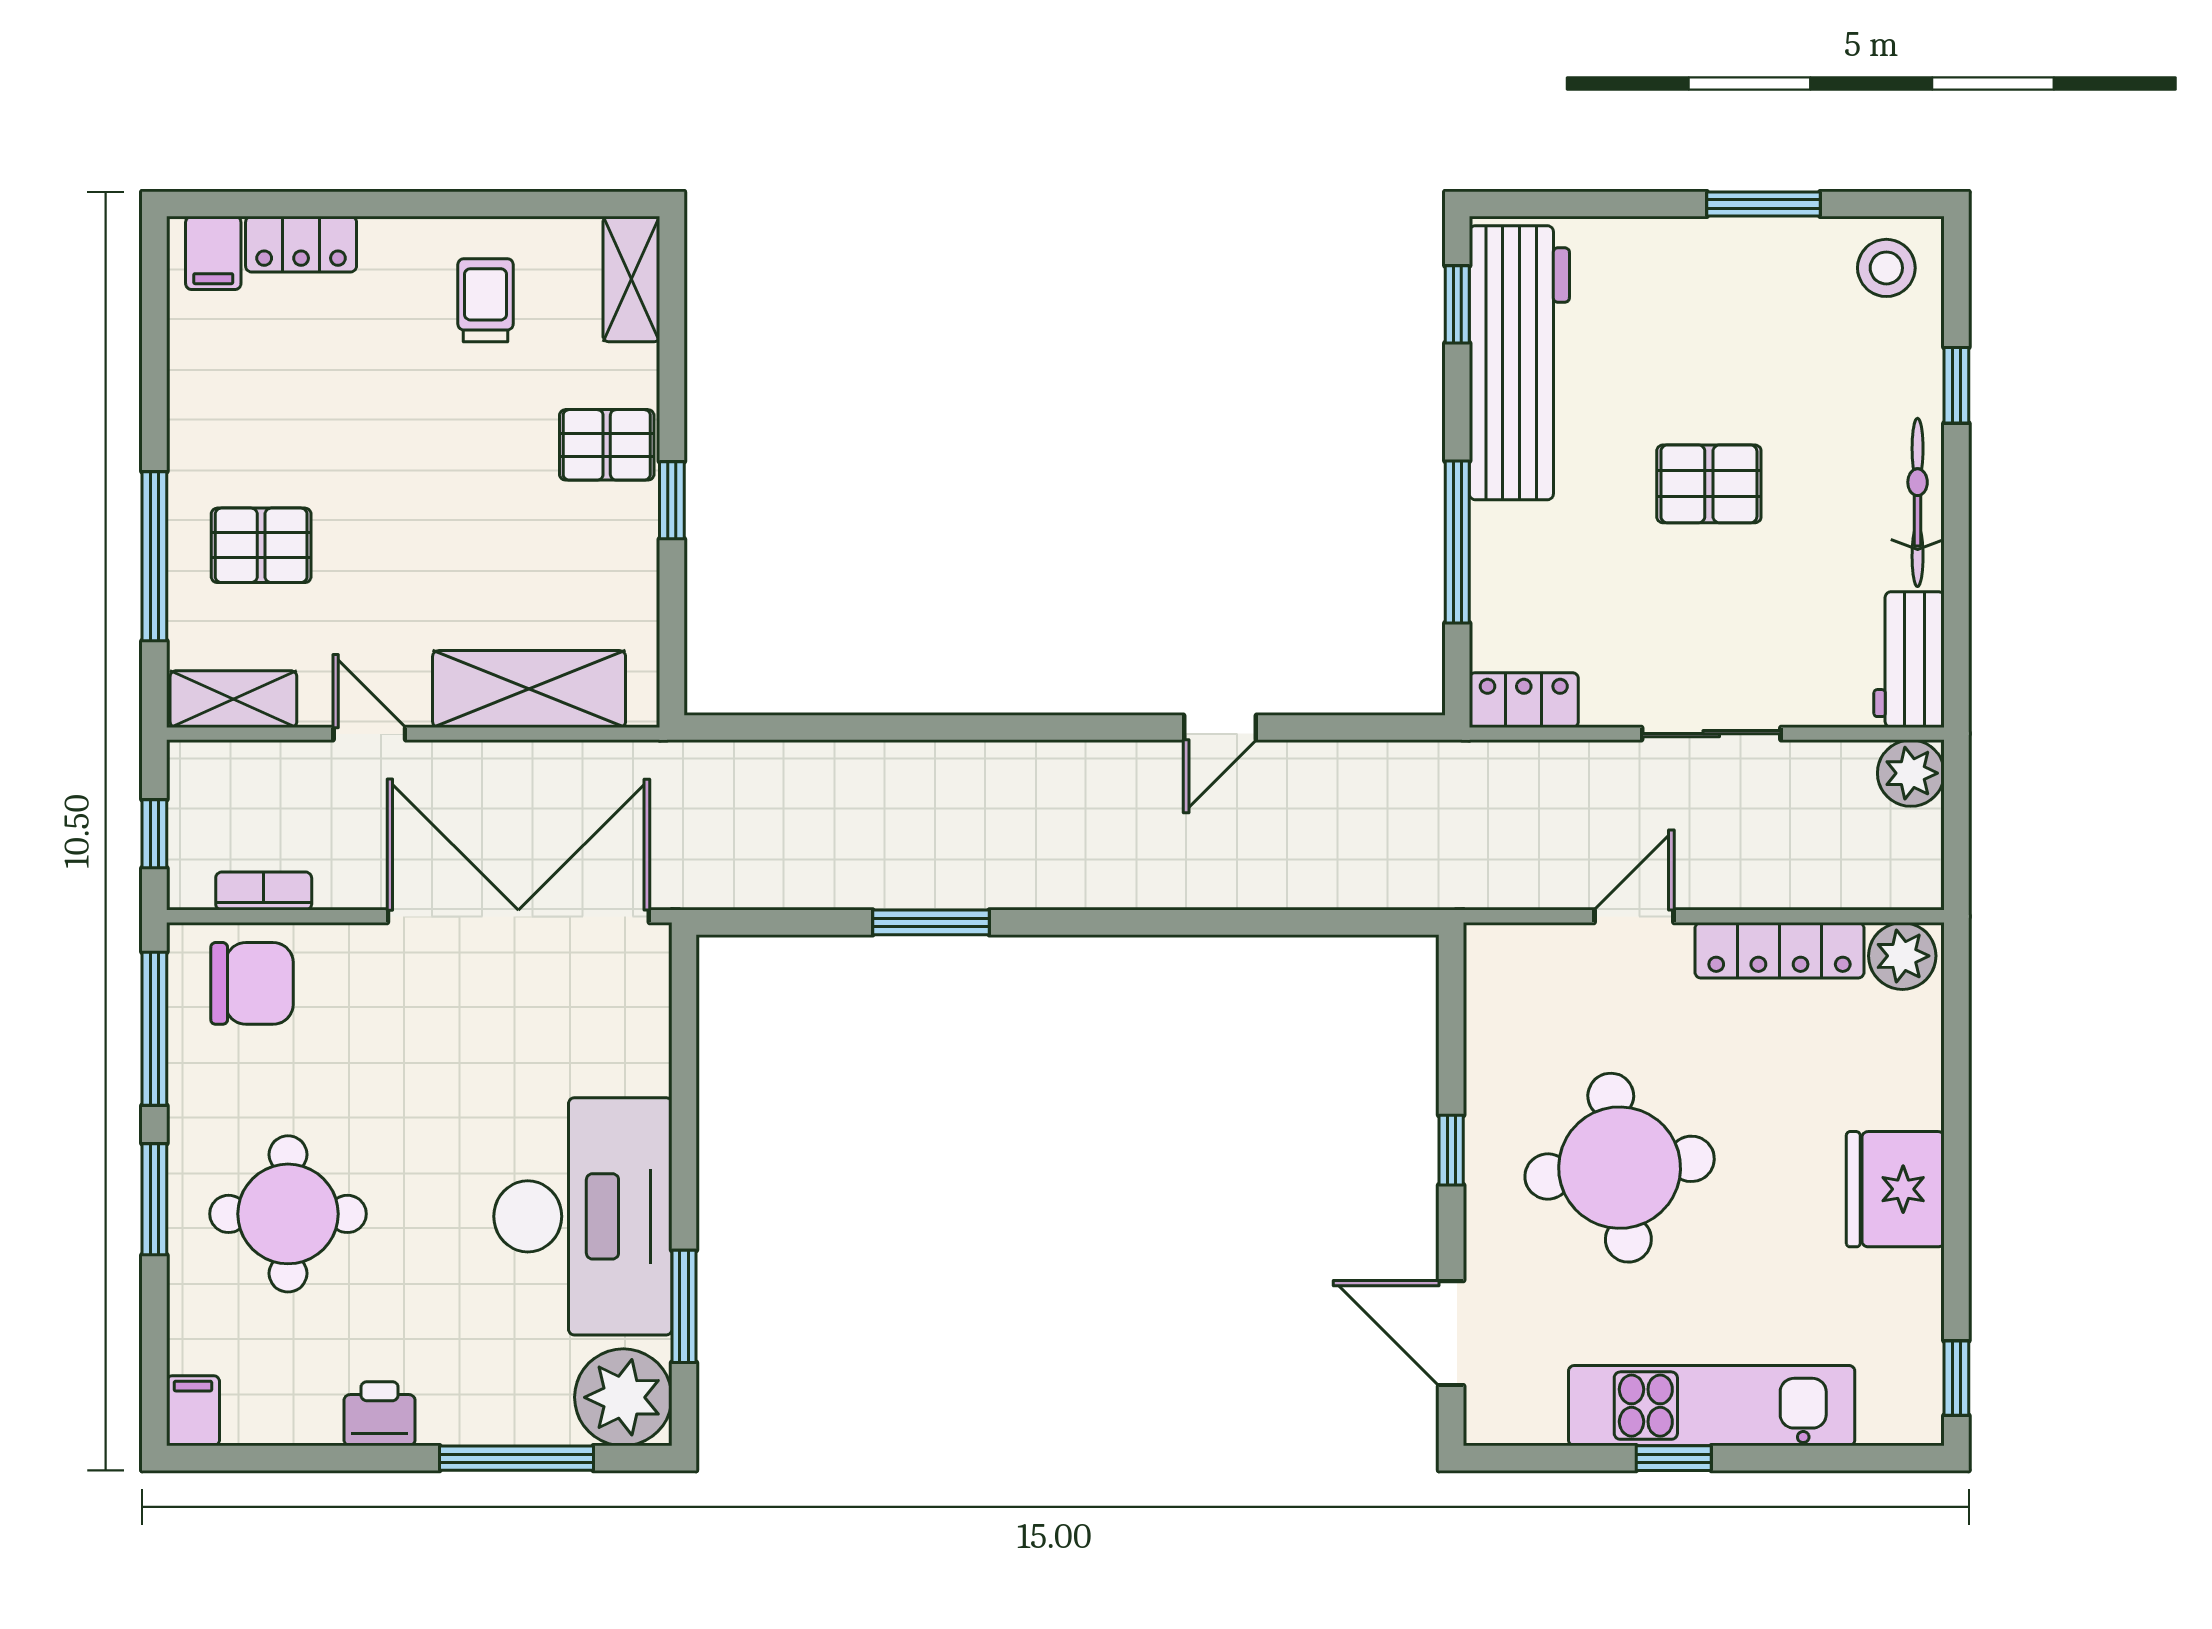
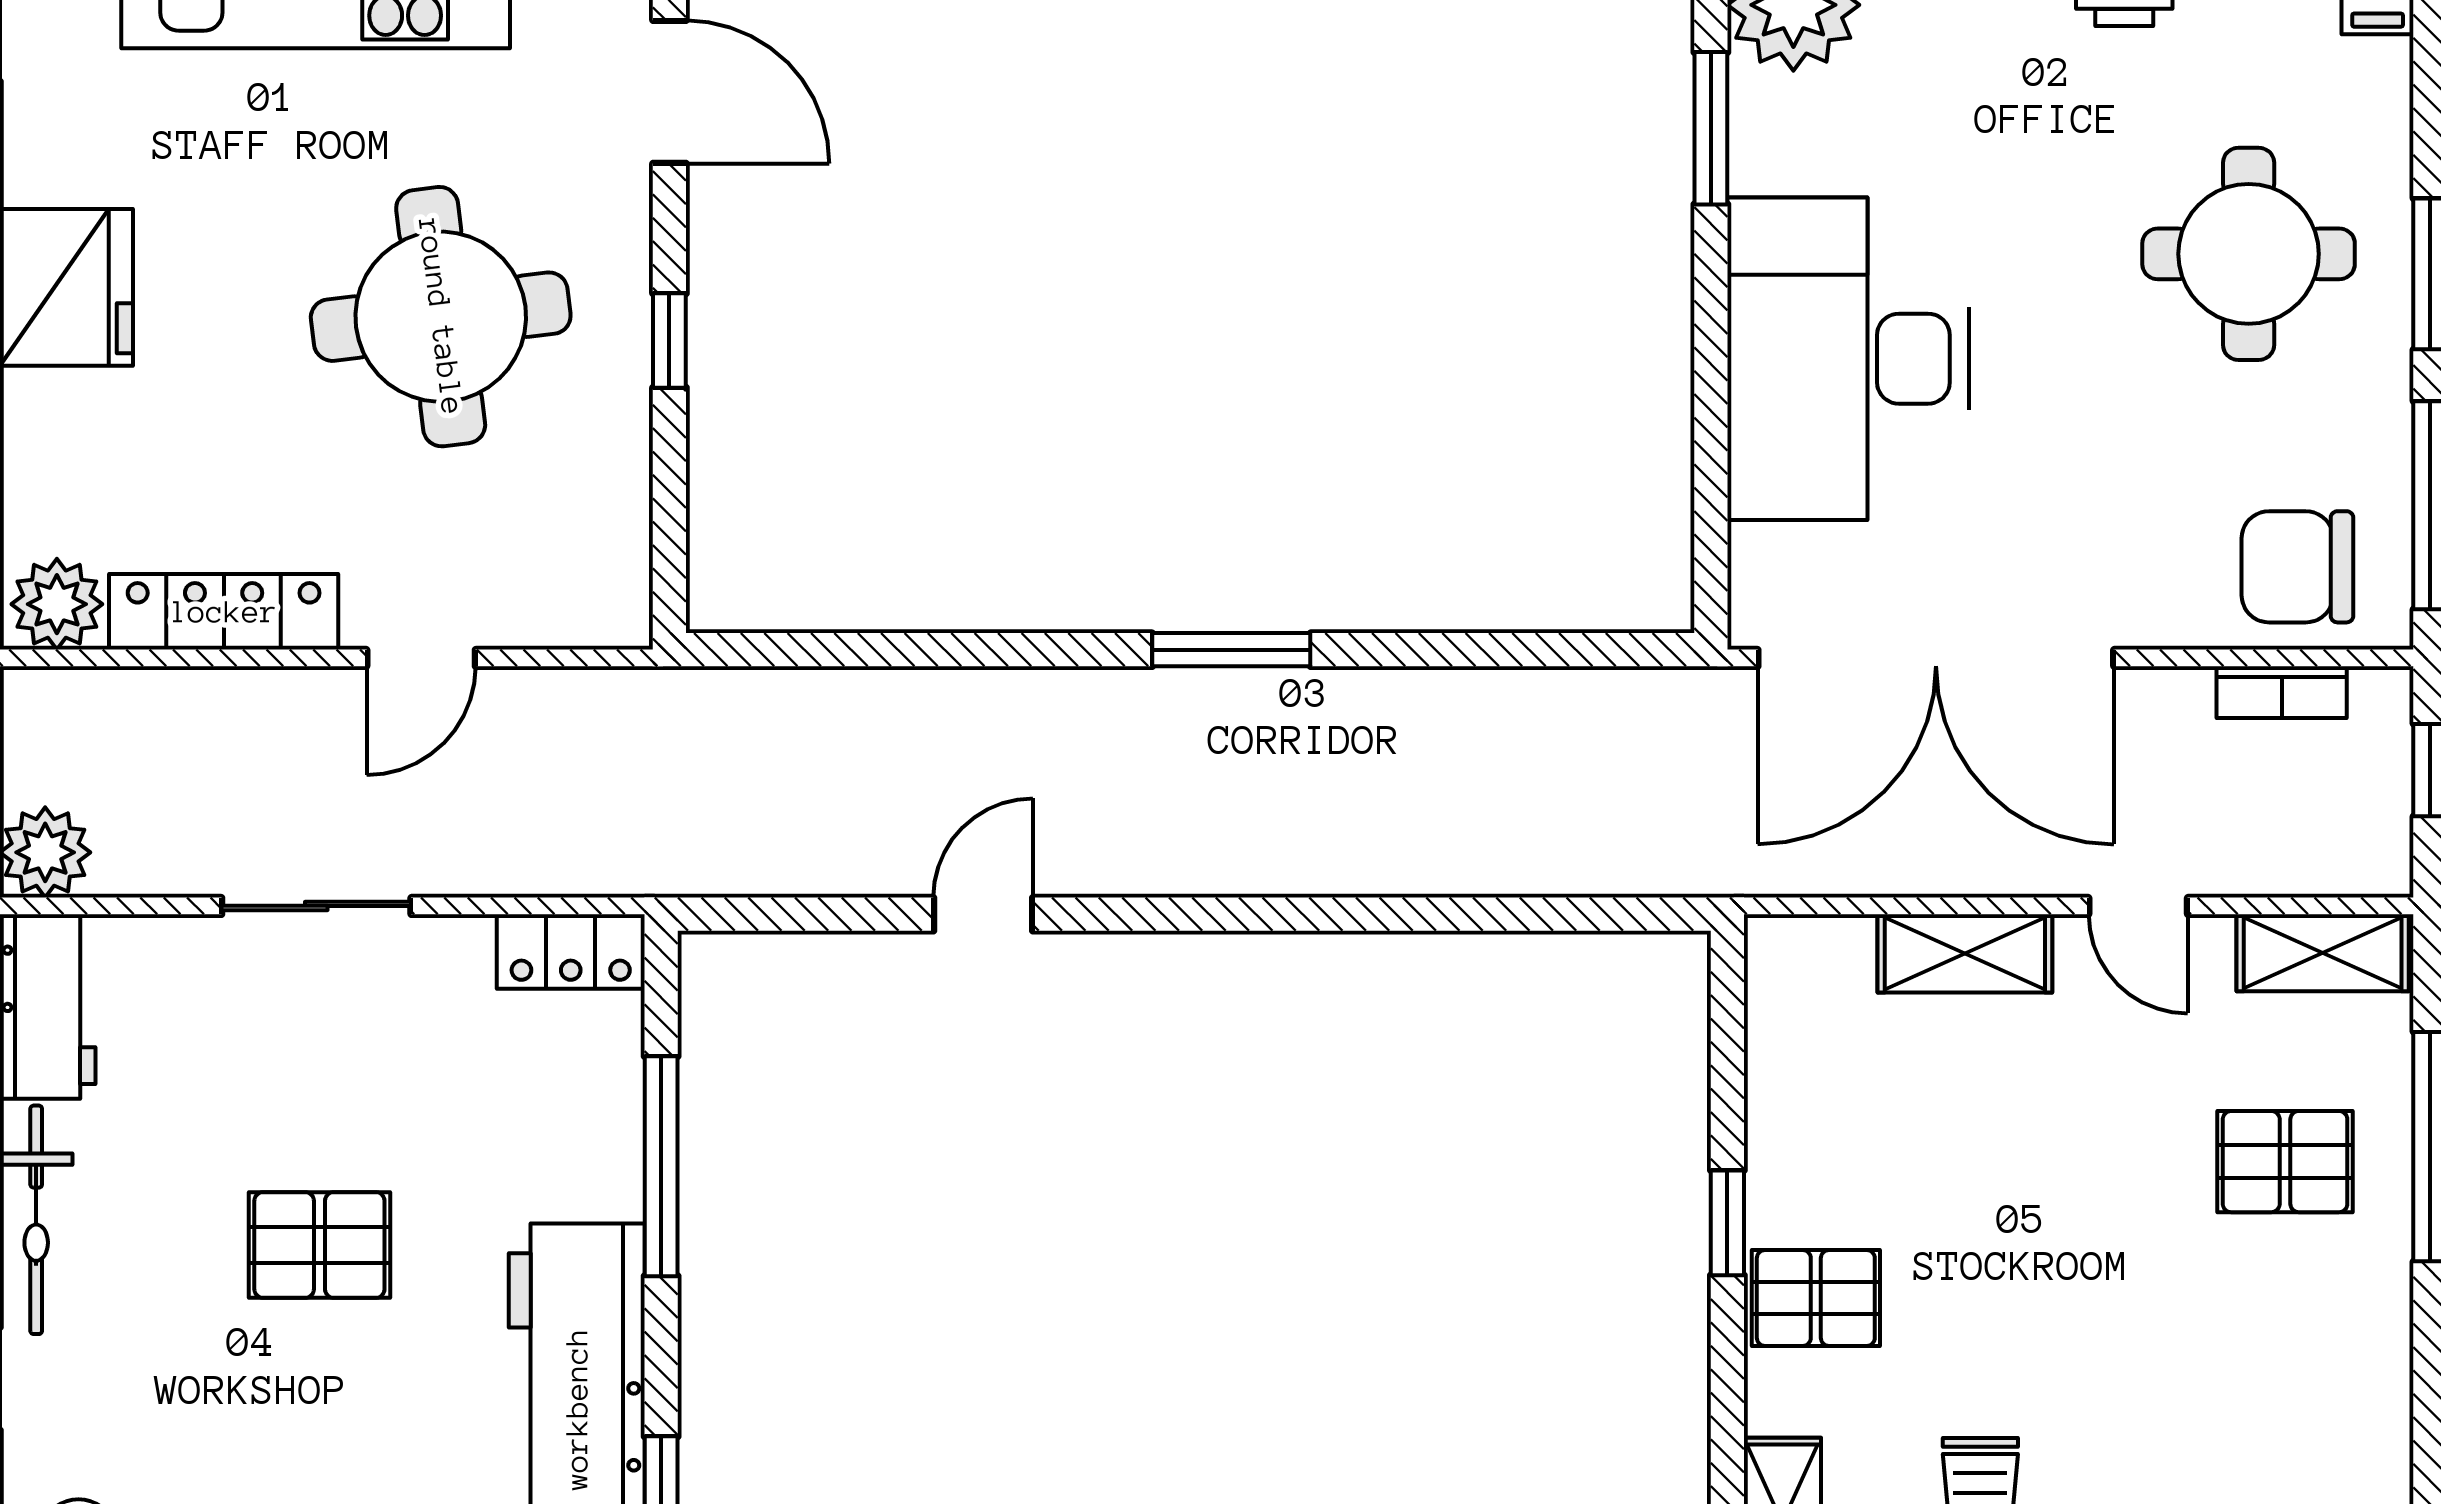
shelving: (529, 689) -> (1965, 953), width x0.67, depth x0.75
window: (931, 922) -> (1231, 650), moved
desk: (583, 1216) -> (1848, 359), moved

